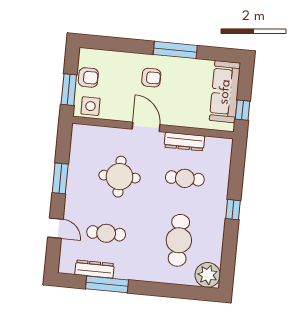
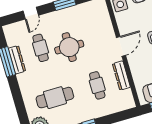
round table: (120, 177) -> (69, 47), moved
dresser: (95, 269) -> (17, 60), moved

